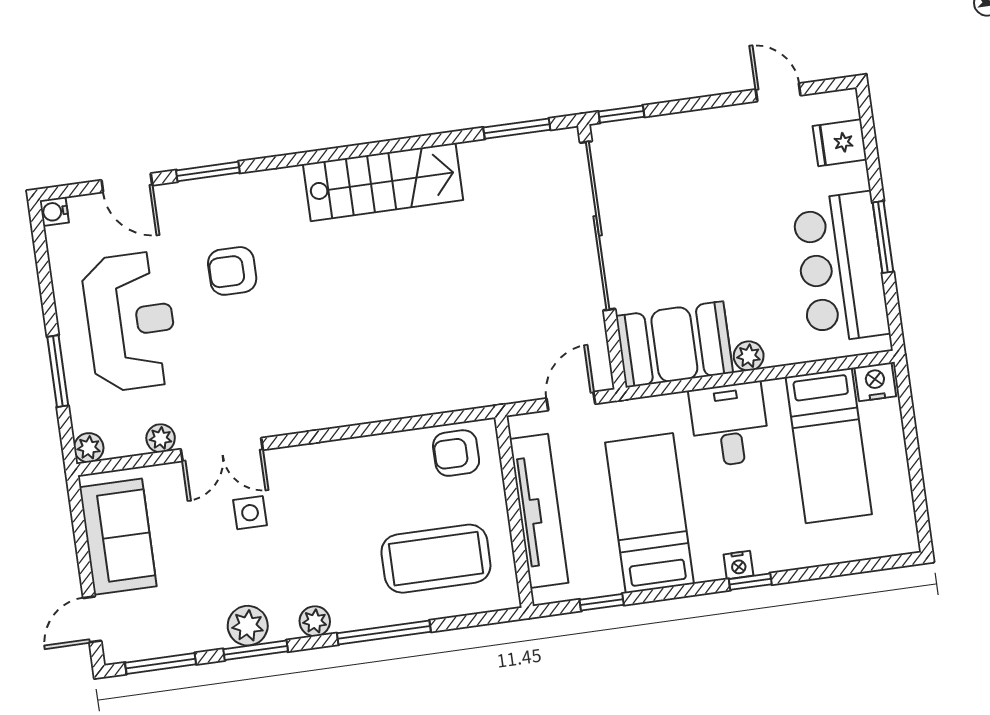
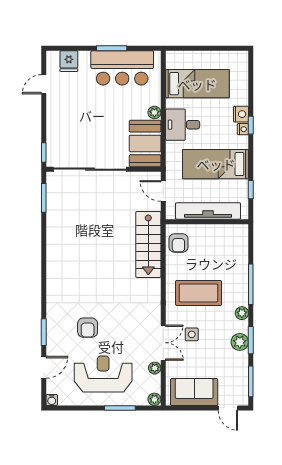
stairs: (383, 182) -> (148, 244), moved, turned 180
nightstand: (875, 382) -> (241, 114), moved, turned 180
coffee table: (436, 559) -> (199, 293), moved, turned 90

